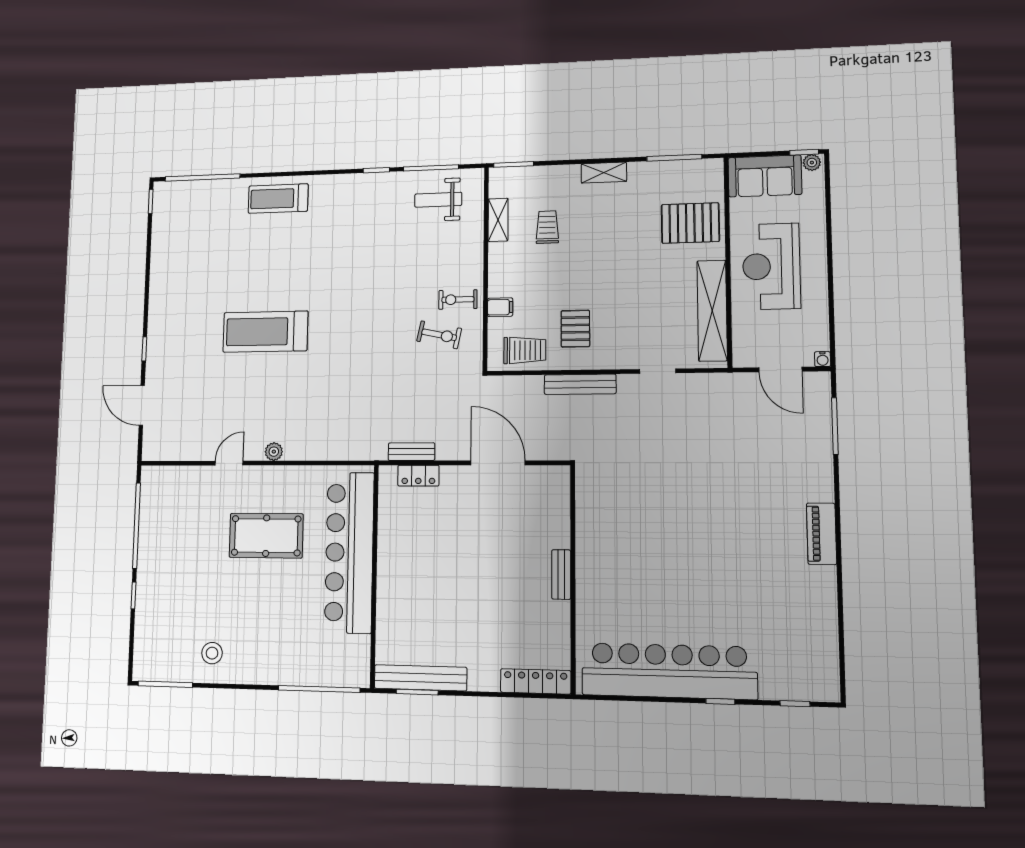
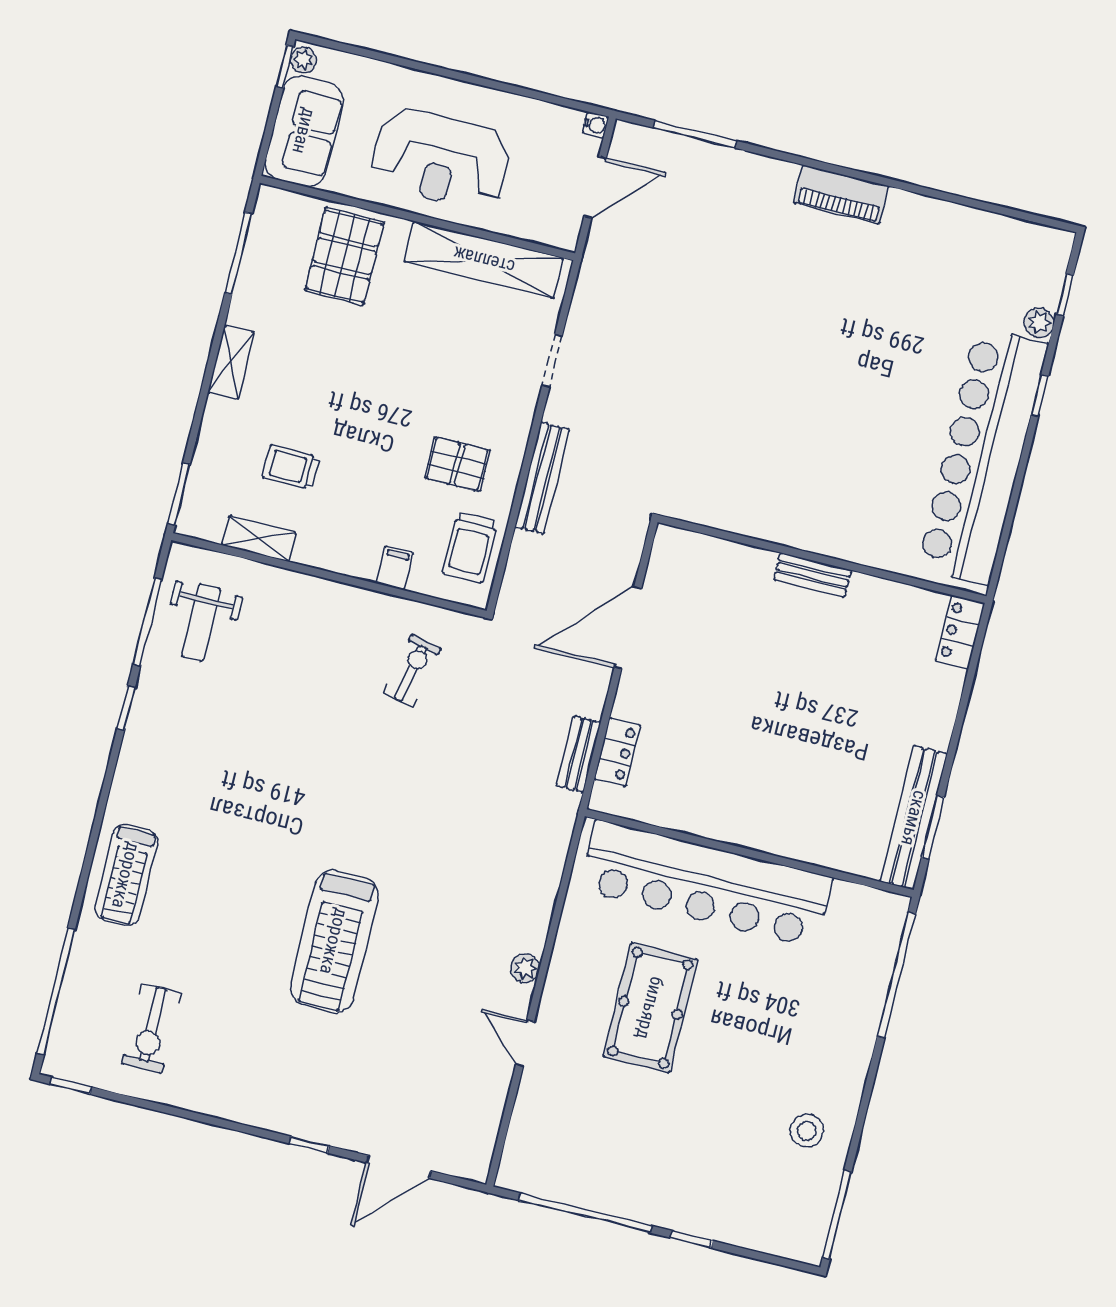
exercise bike: (458, 300) -> (152, 1028), moved, width x1.38, depth x1.39
trolley: (525, 350) -> (470, 547), turned 180
locker: (536, 681) -> (960, 632), width x0.66
plant: (770, 690) -> (1039, 323), added

